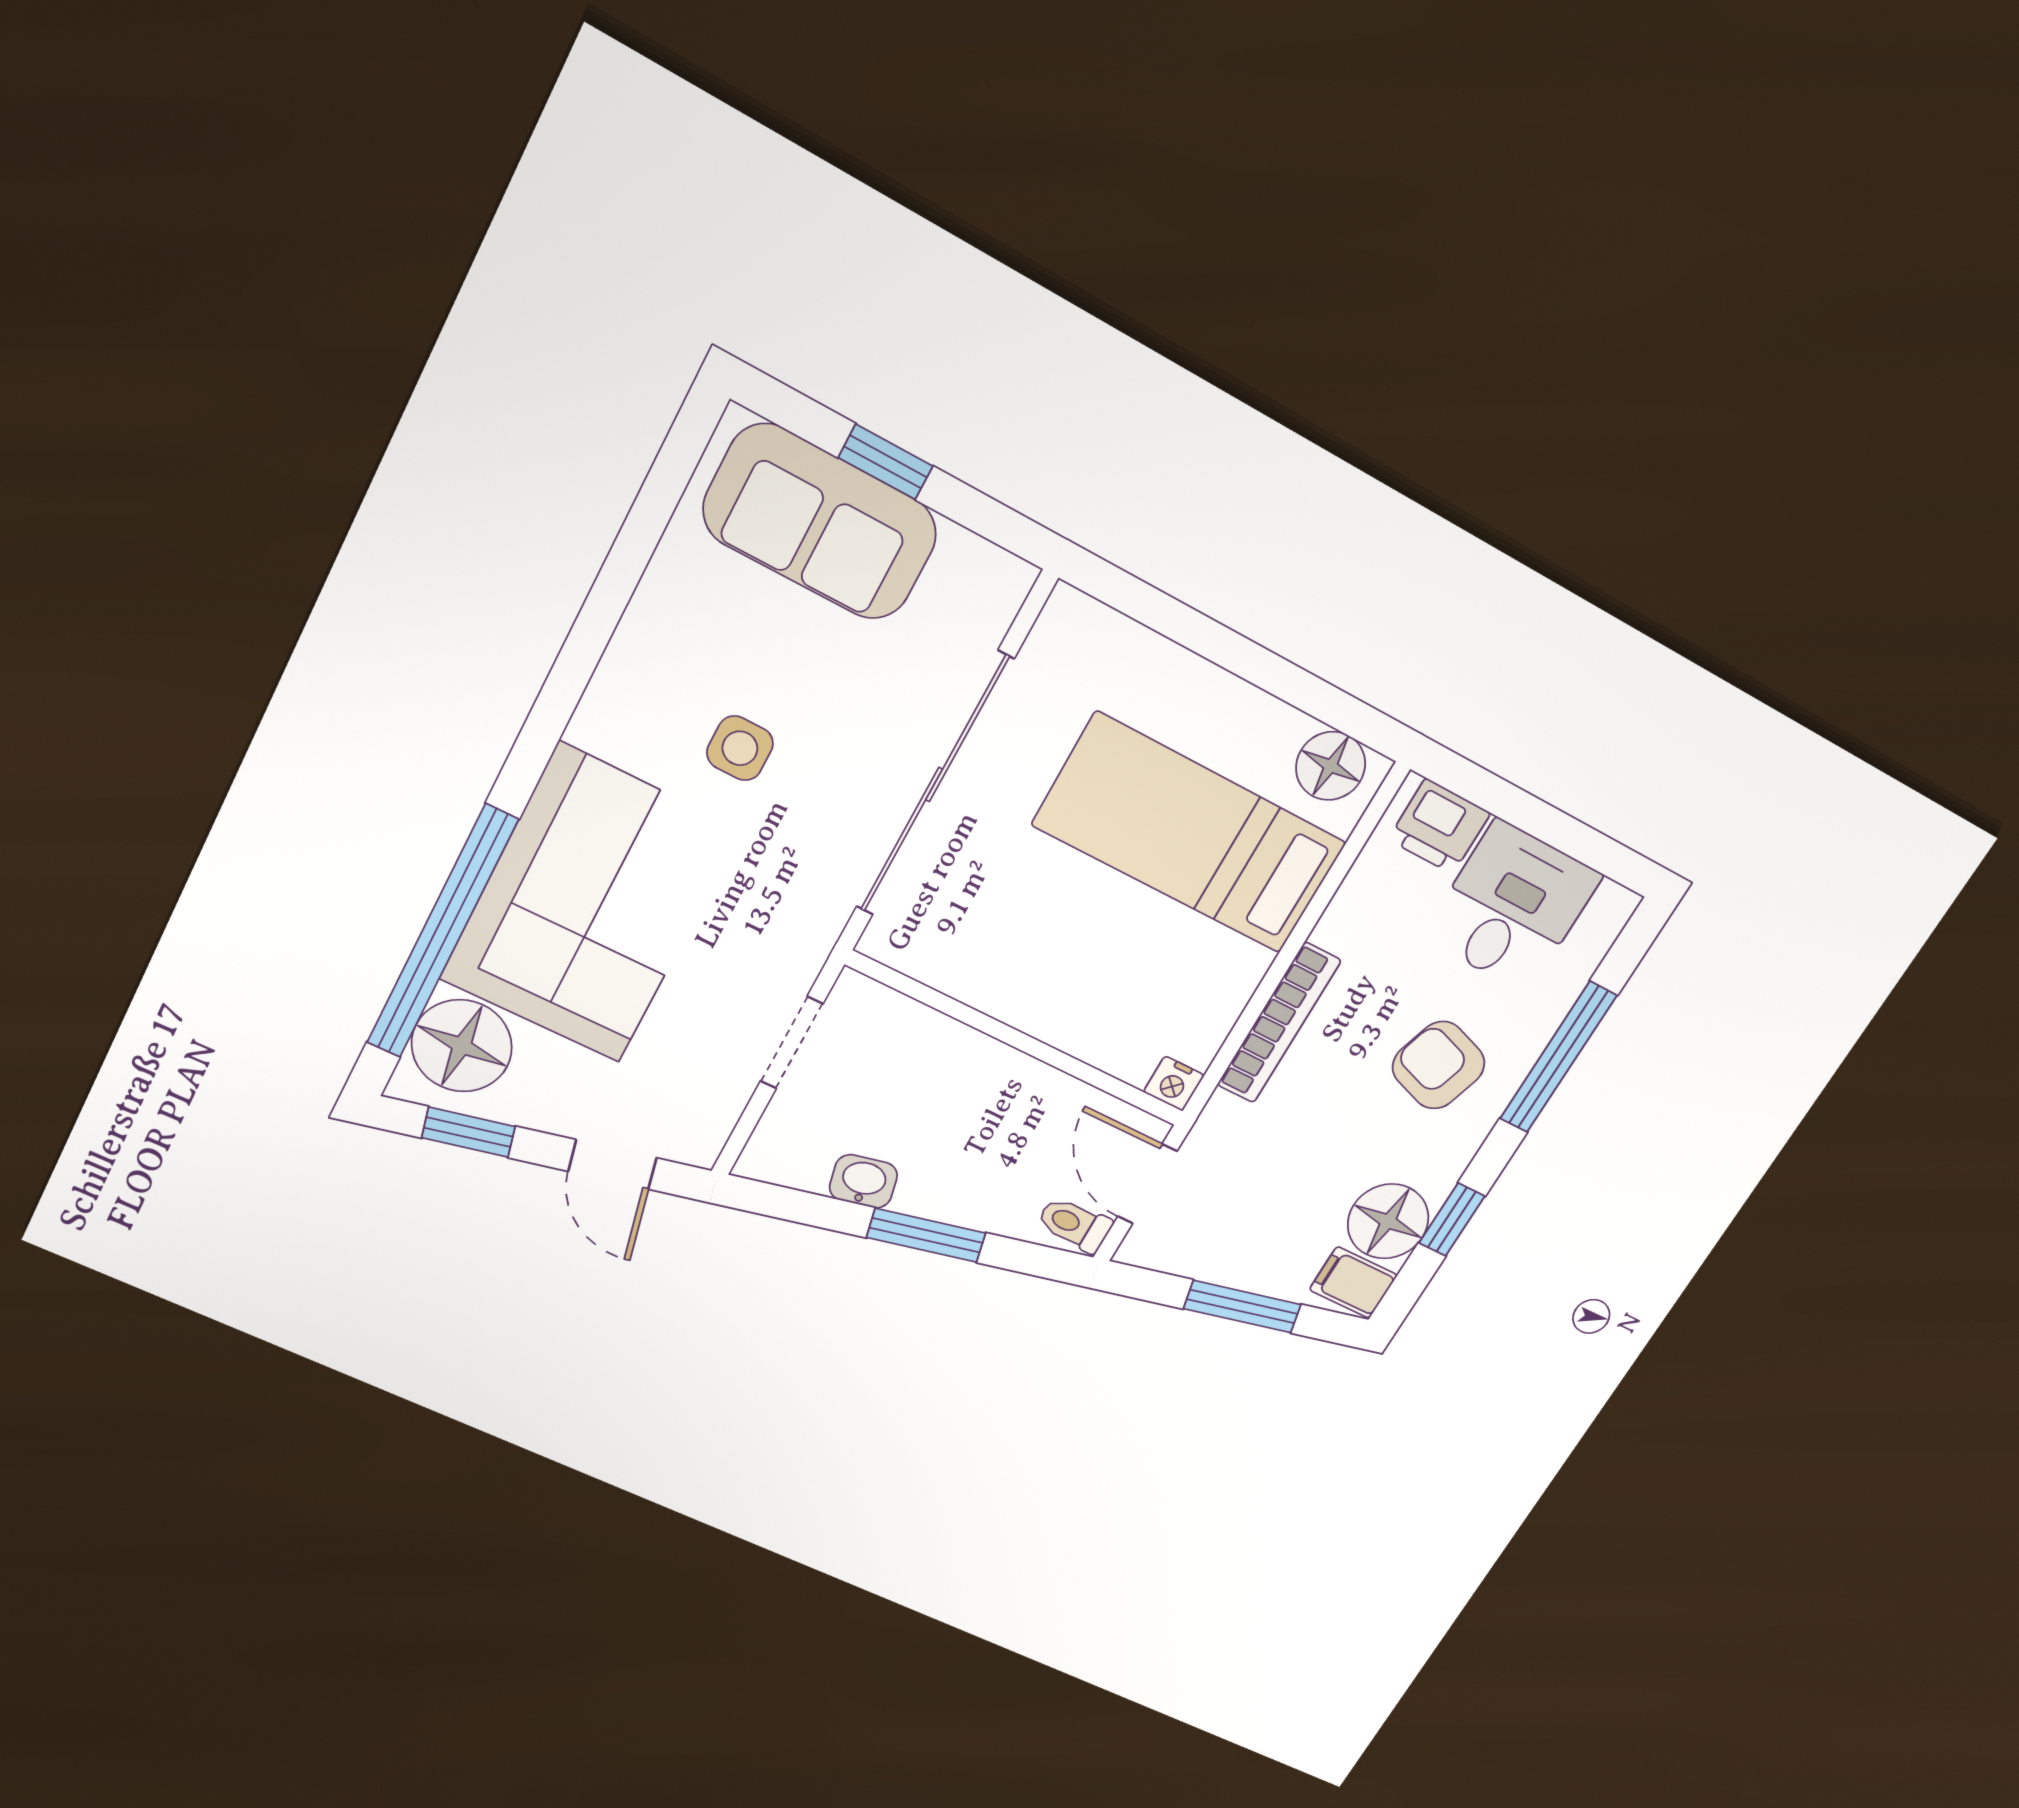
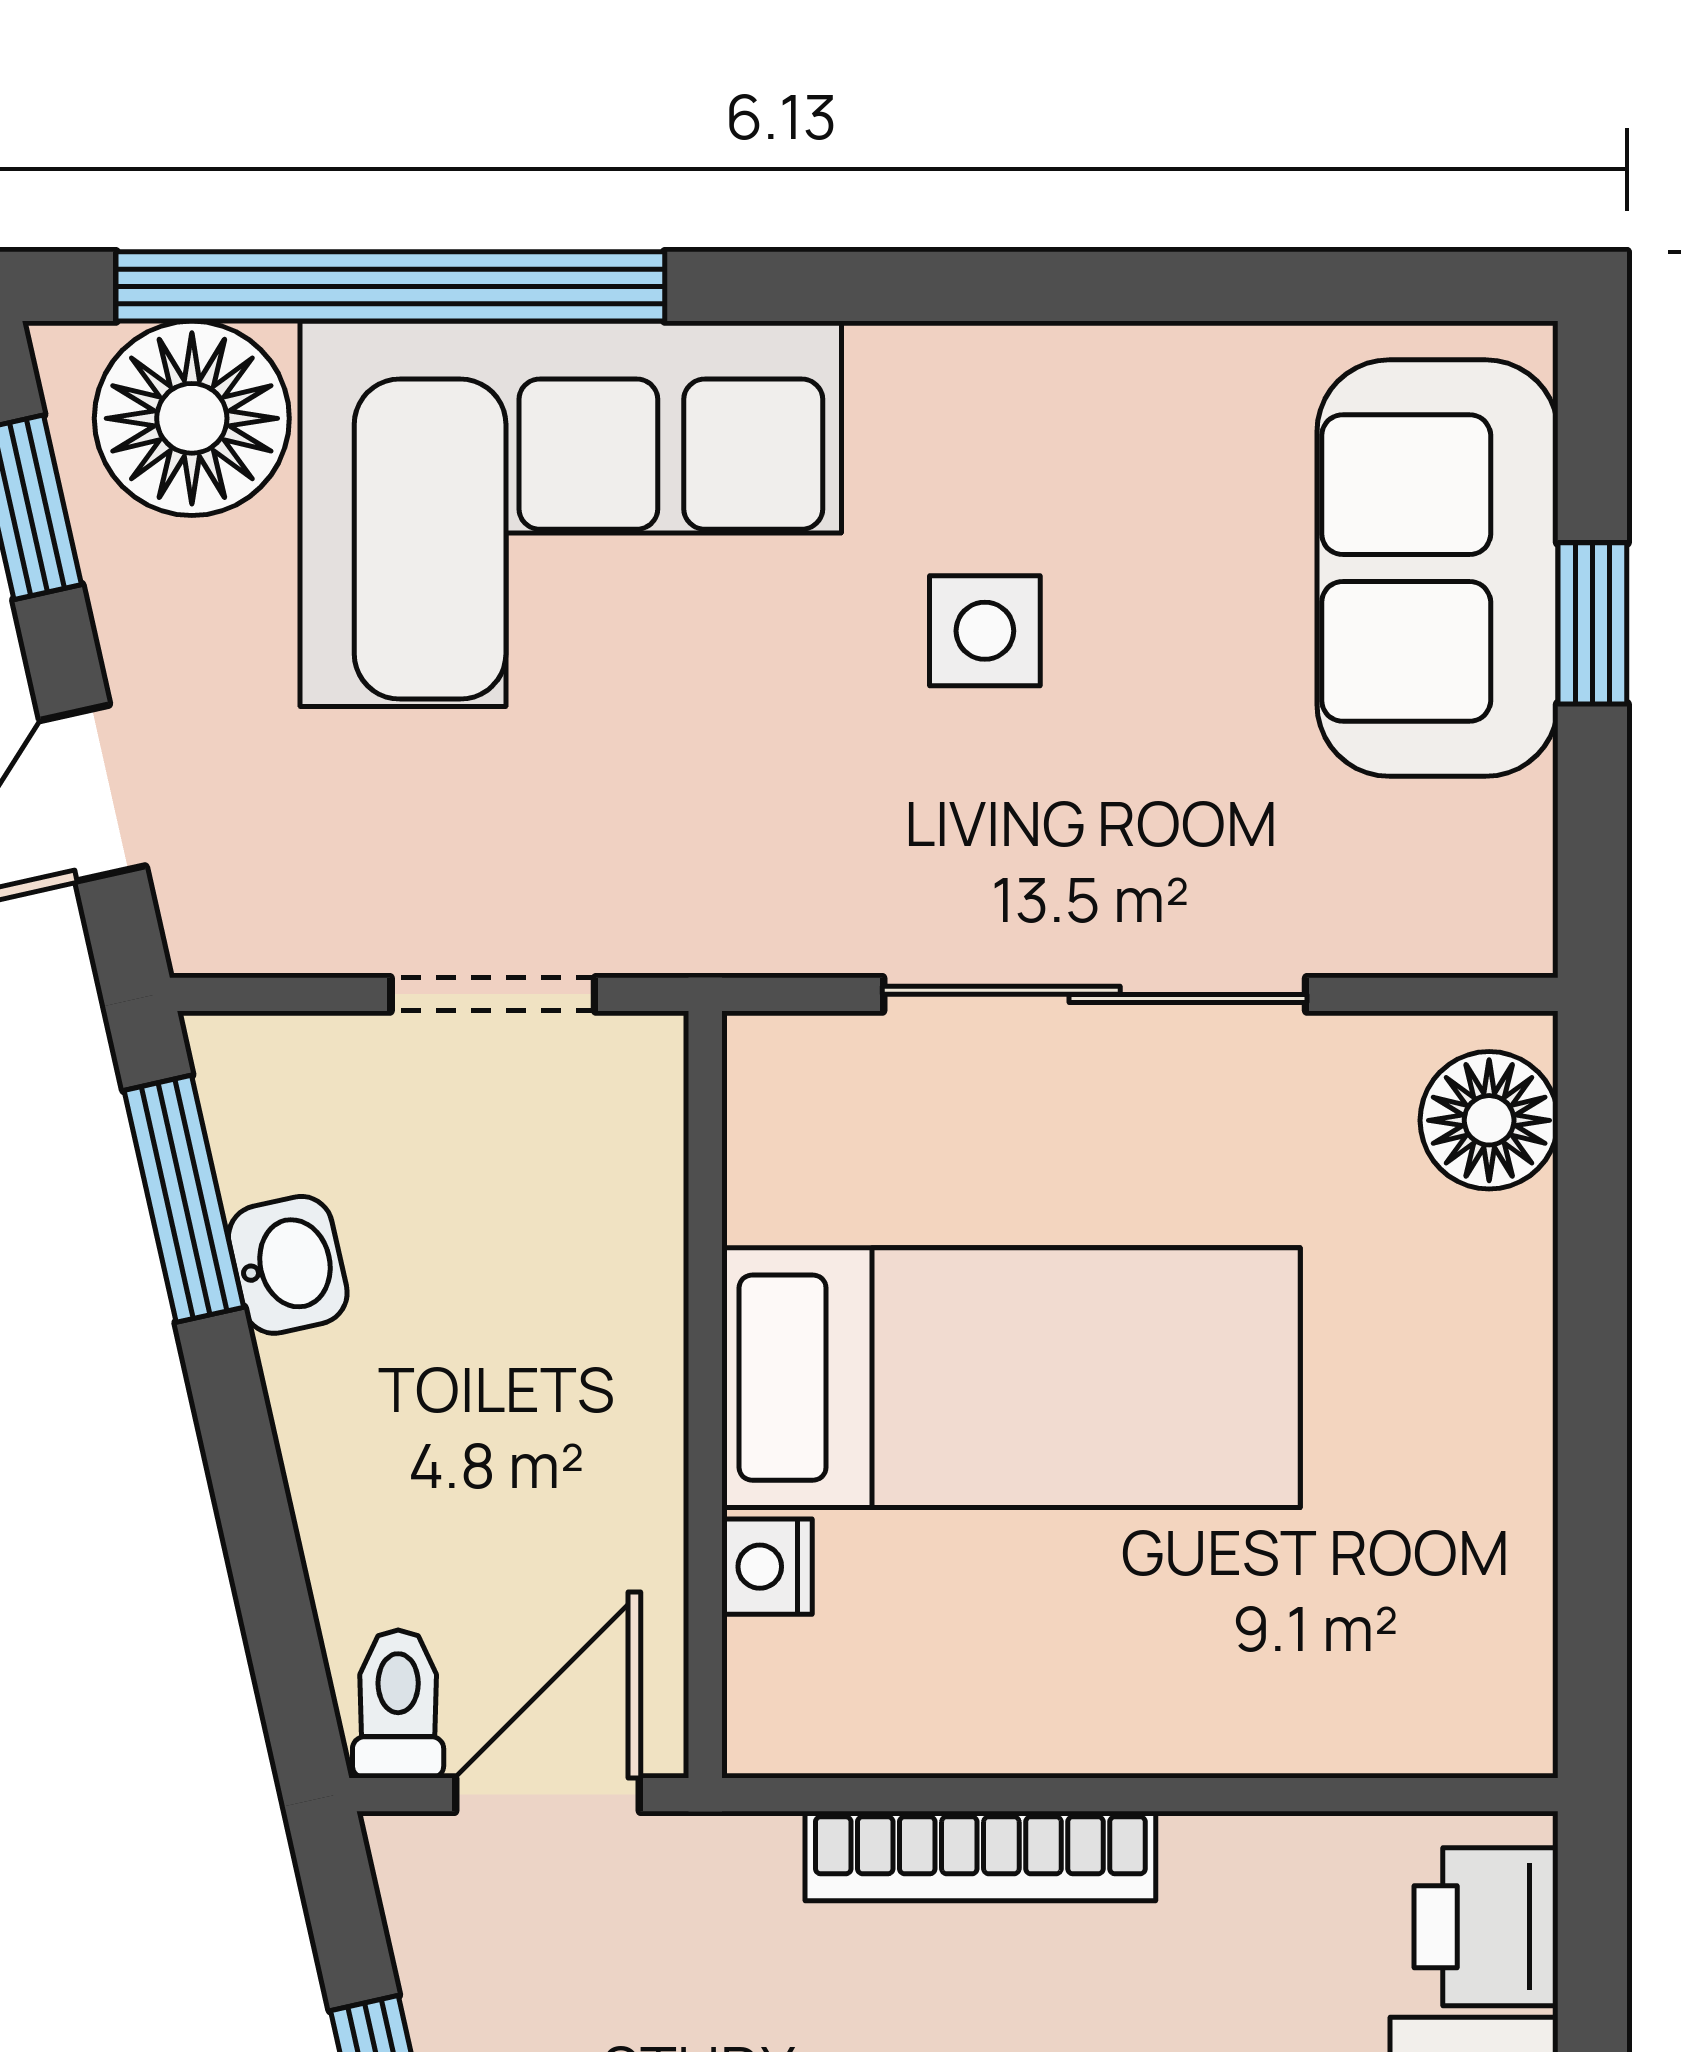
floor lamp: (1331, 766) -> (1489, 1120), moved
sliding door: (934, 784) -> (1095, 994), width x0.73
bed: (1190, 834) -> (1011, 1378), moved, turned 90
nightstand: (1174, 1084) -> (767, 1567), moved
window: (926, 1235) -> (184, 1199), moved

